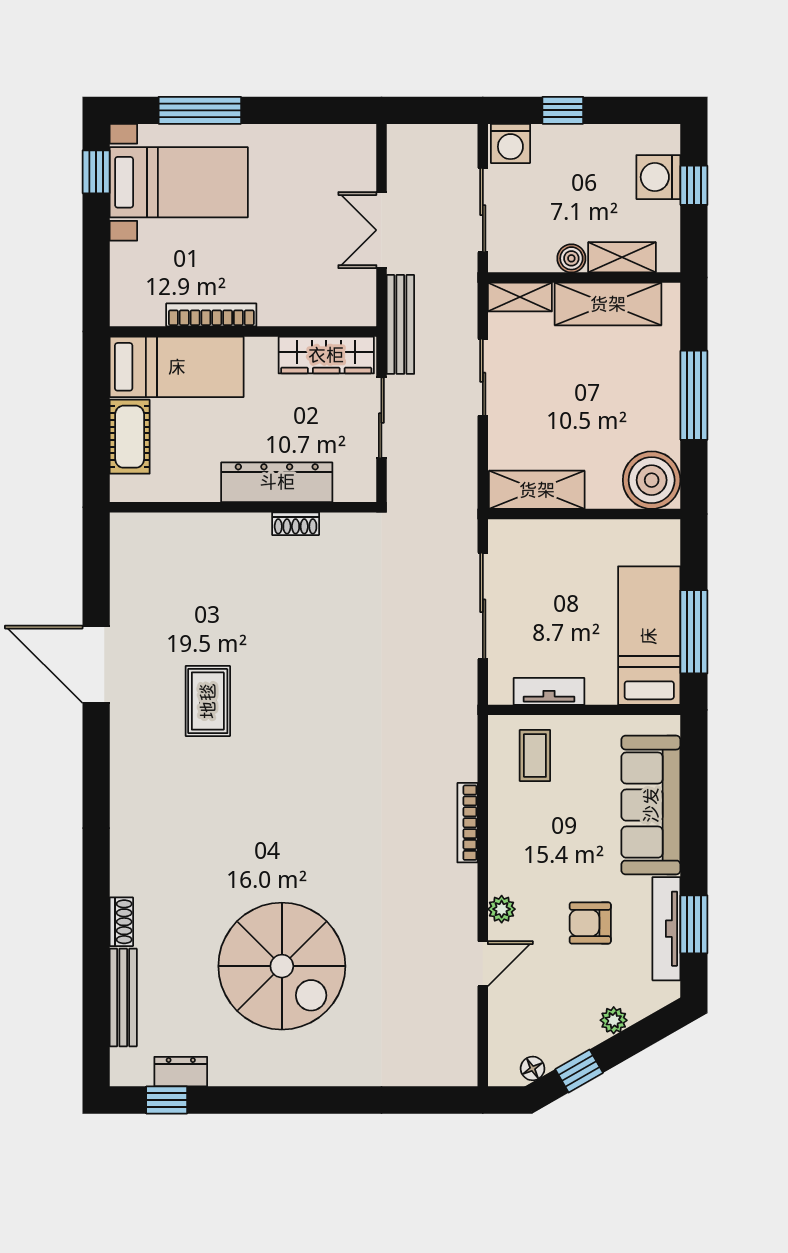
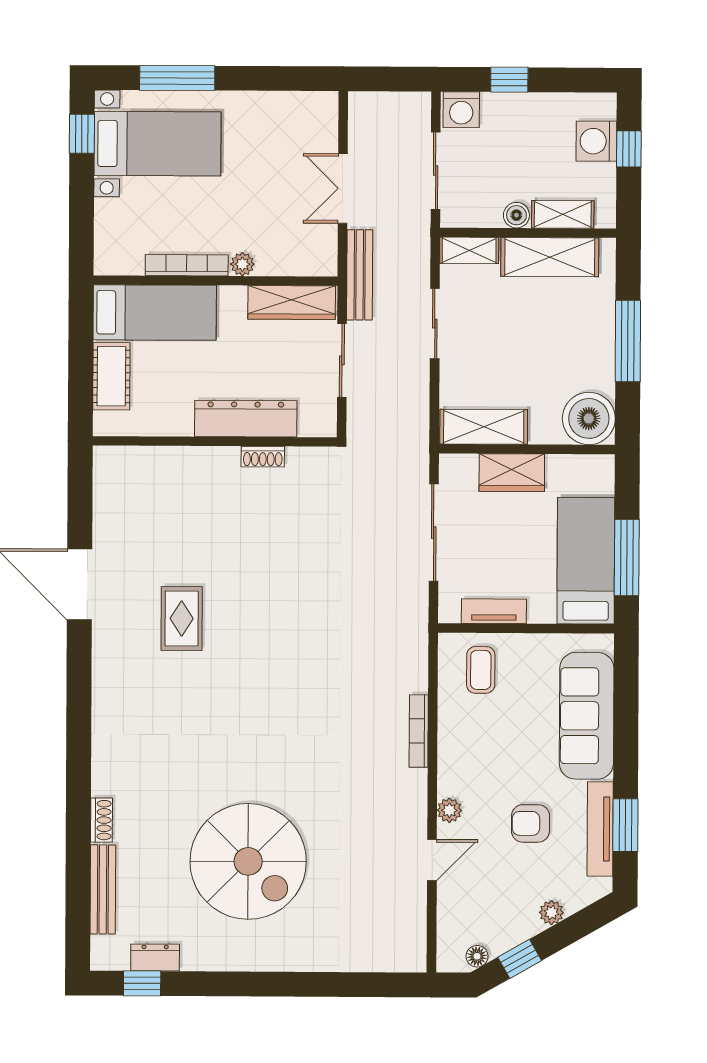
plant: (272, 313) -> (242, 264), added
wardrobe: (568, 540) -> (512, 473), added

